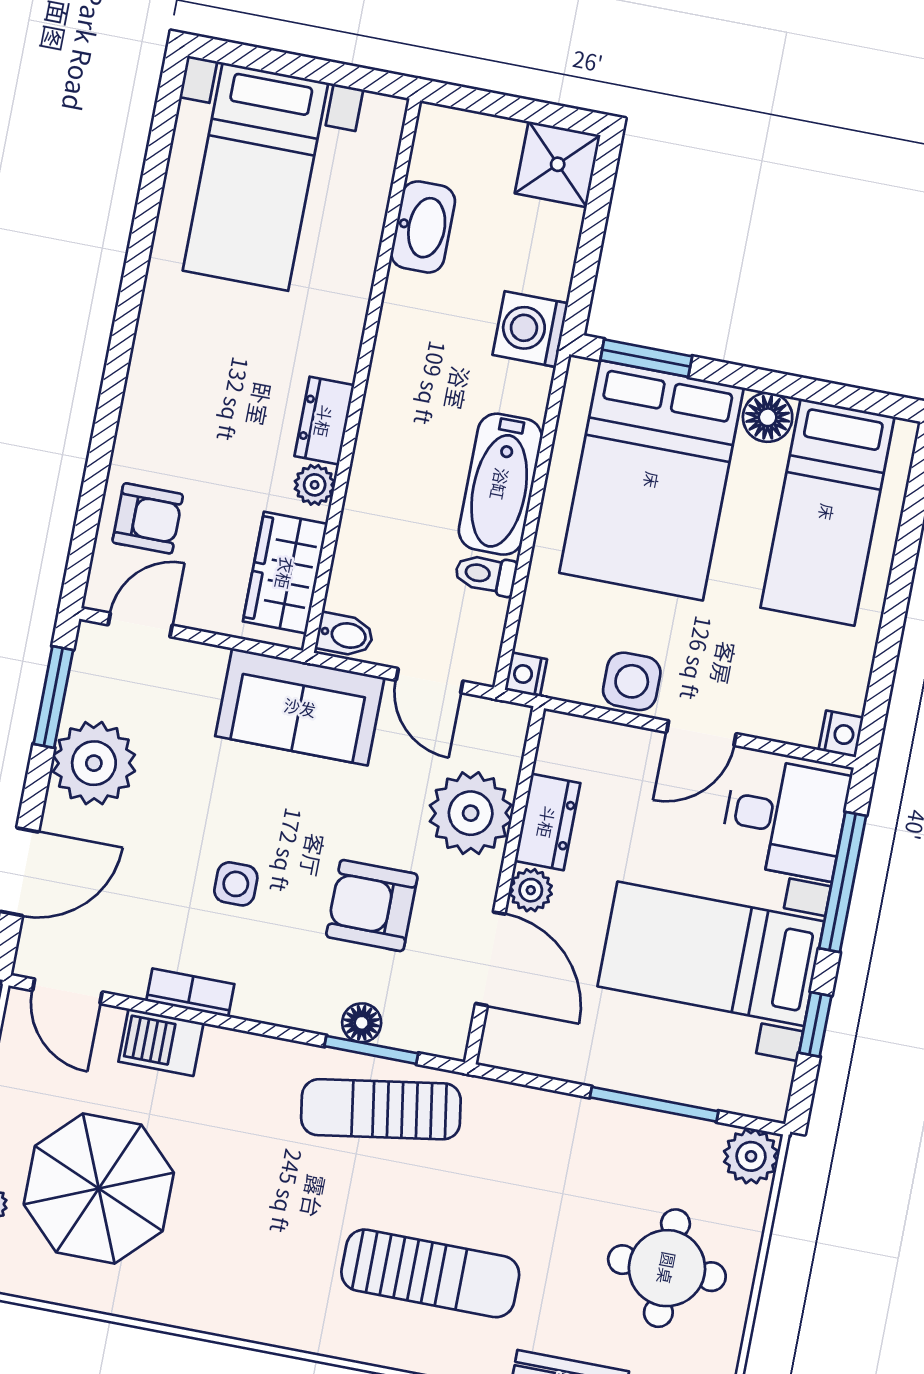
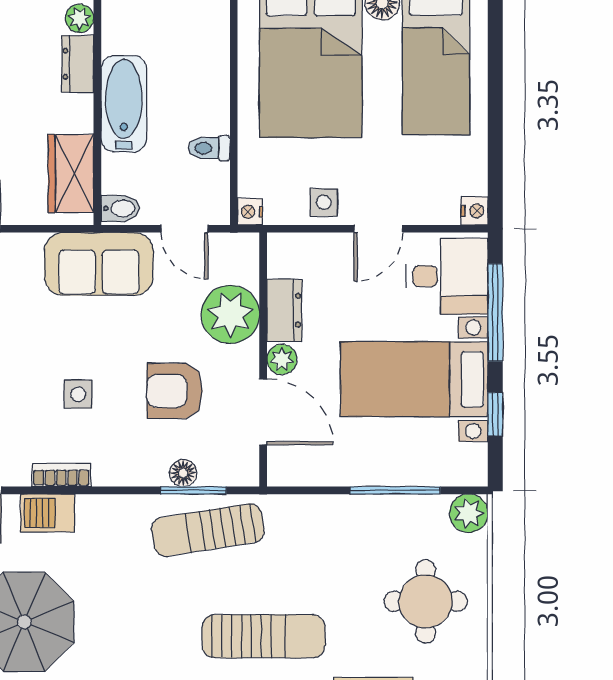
bathtub: (500, 484) -> (124, 104), moved, turned 180
plant: (315, 485) -> (80, 18), moved
side table: (632, 681) -> (324, 202), width x0.73, depth x0.73

